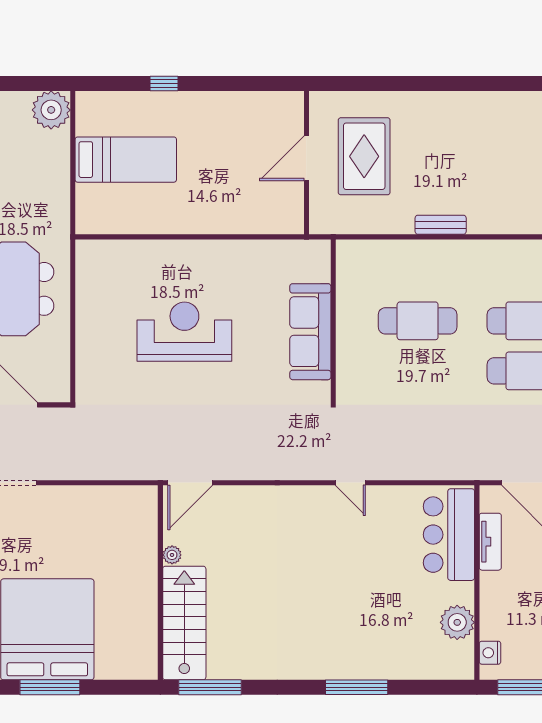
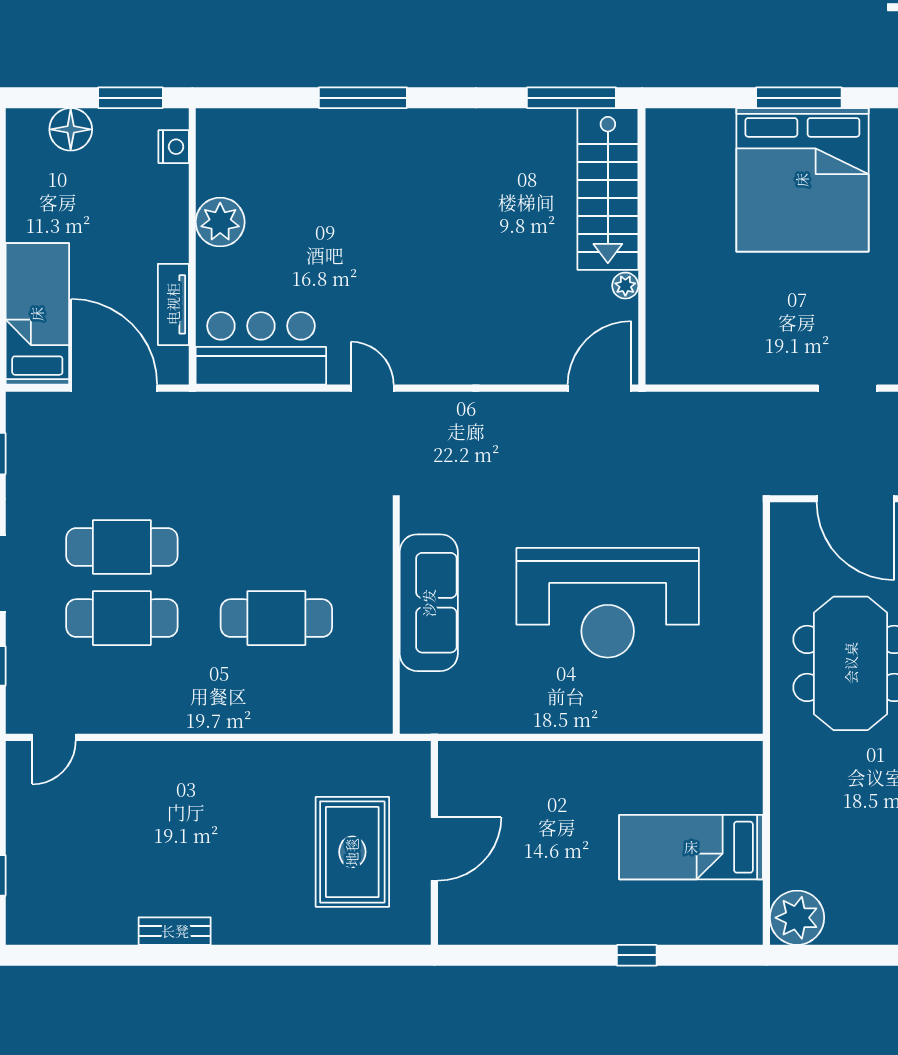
bench: (441, 225) -> (175, 931), moved
reception desk: (184, 332) -> (608, 603), width x1.36, depth x1.30
bar counter: (449, 535) -> (261, 348), moved, turned -90
plant: (457, 622) -> (220, 222), moved

